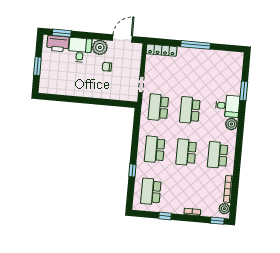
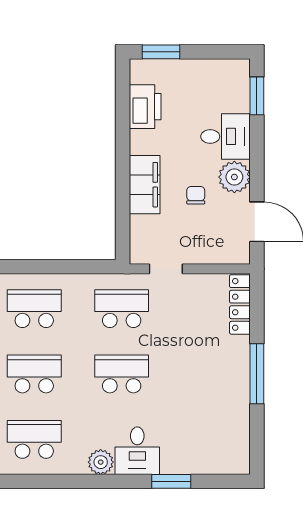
printer: (58, 44) -> (145, 107), moved, turned 180
window: (37, 66) -> (161, 52), moved
filing cabinet: (100, 91) -> (145, 185), added

